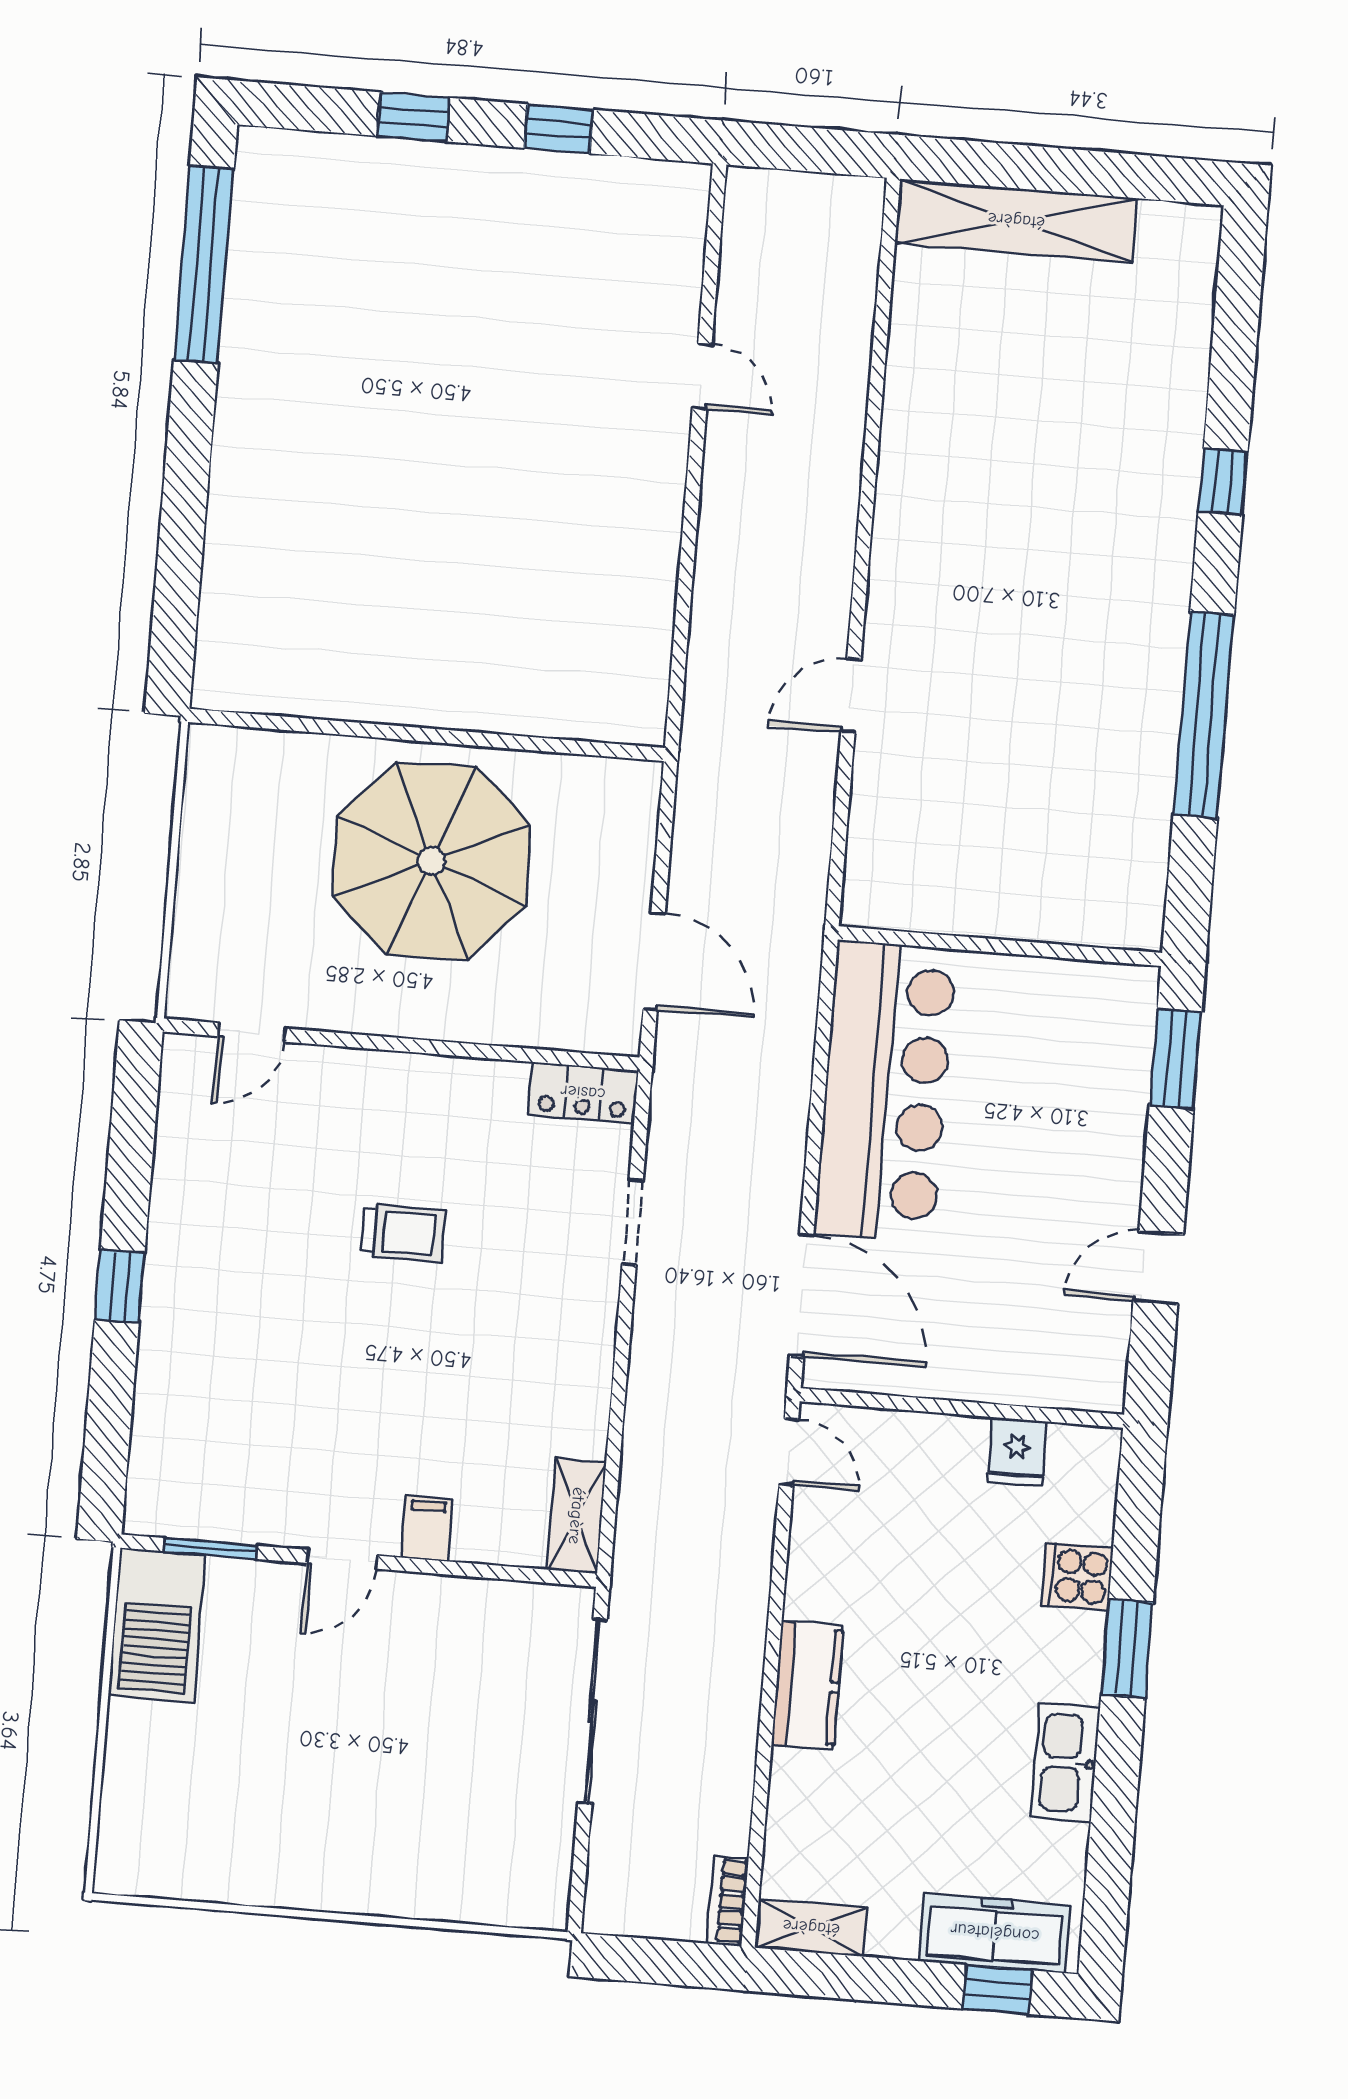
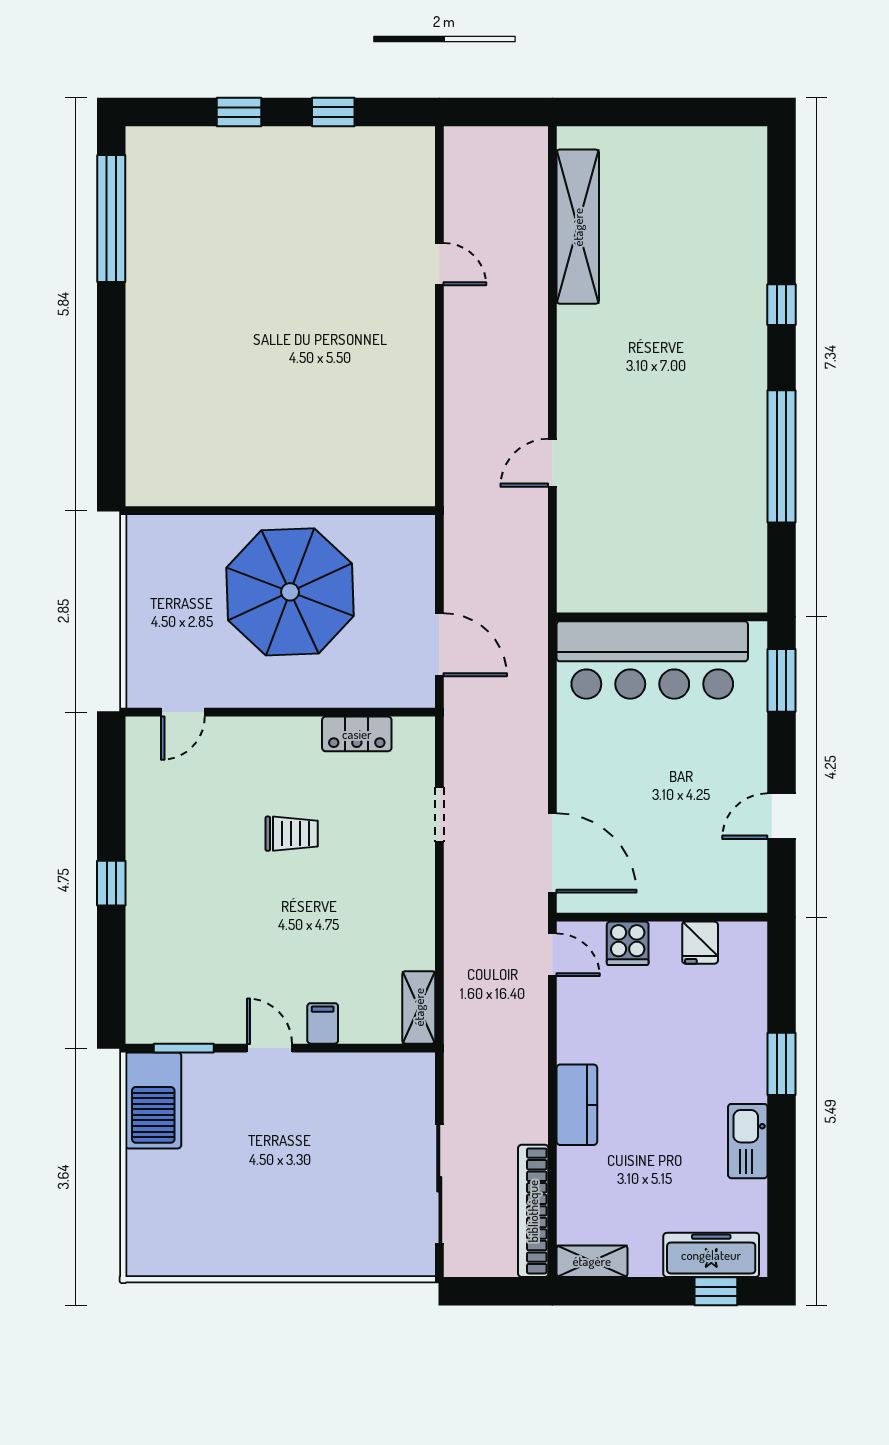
shelving: (1016, 221) -> (578, 227), moved, turned 90
bar counter: (885, 1091) -> (652, 660), moved, turned 90
locker: (583, 1093) -> (357, 734), moved
door: (342, 1559) -> (269, 1048), swing flipped
cooker: (1077, 1576) -> (628, 943), moved, turned -90
sliding door: (592, 1711) -> (439, 1184), moved
bookcase: (728, 1901) -> (533, 1211), width x2.31, depth x1.31

